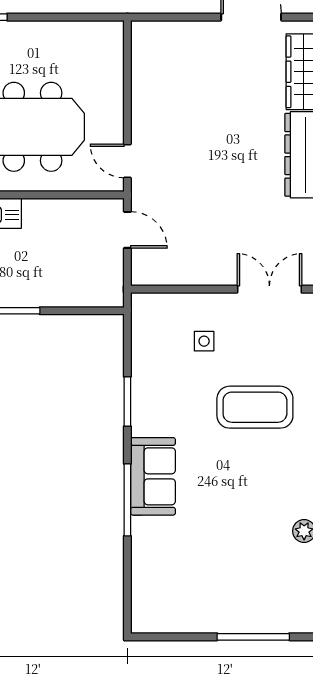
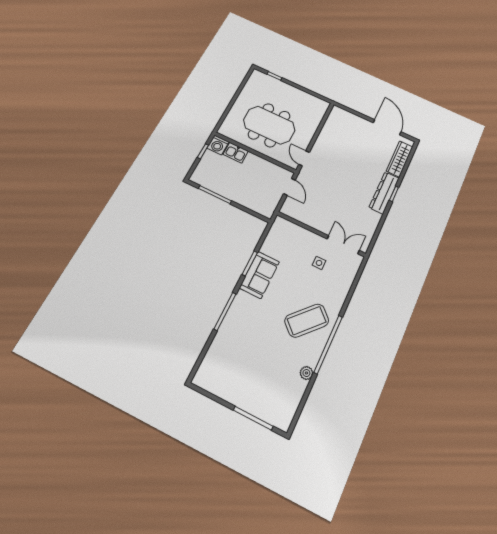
side table: (204, 341) -> (319, 263), moved
coffee table: (255, 407) -> (307, 321), moved, turned -47
sofa: (153, 476) -> (259, 275), moved

